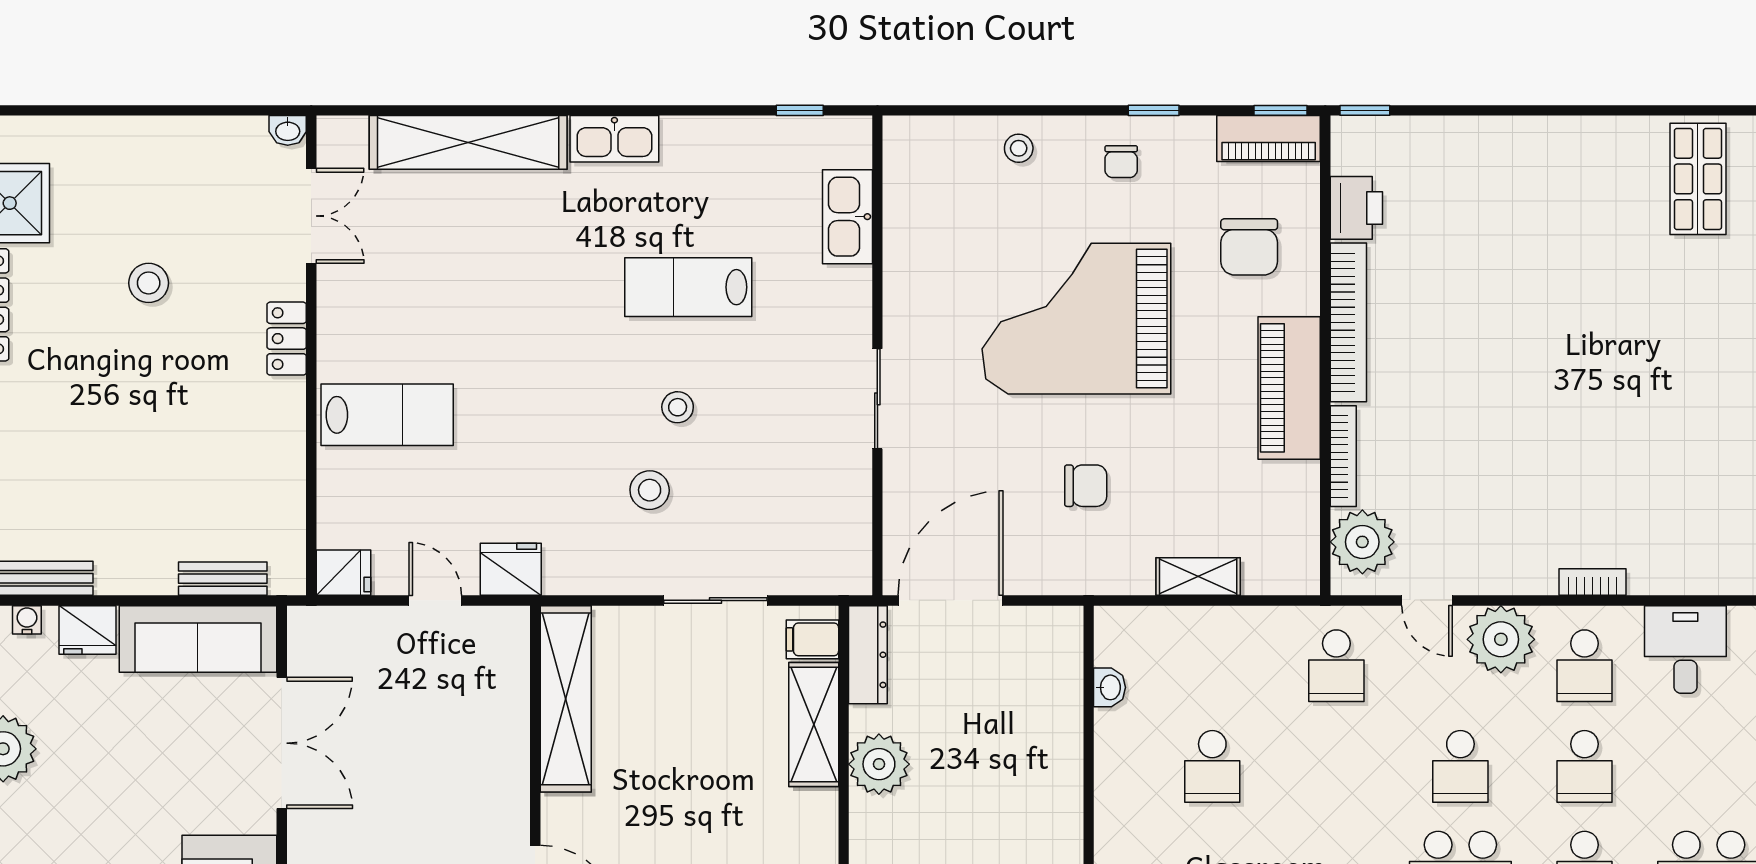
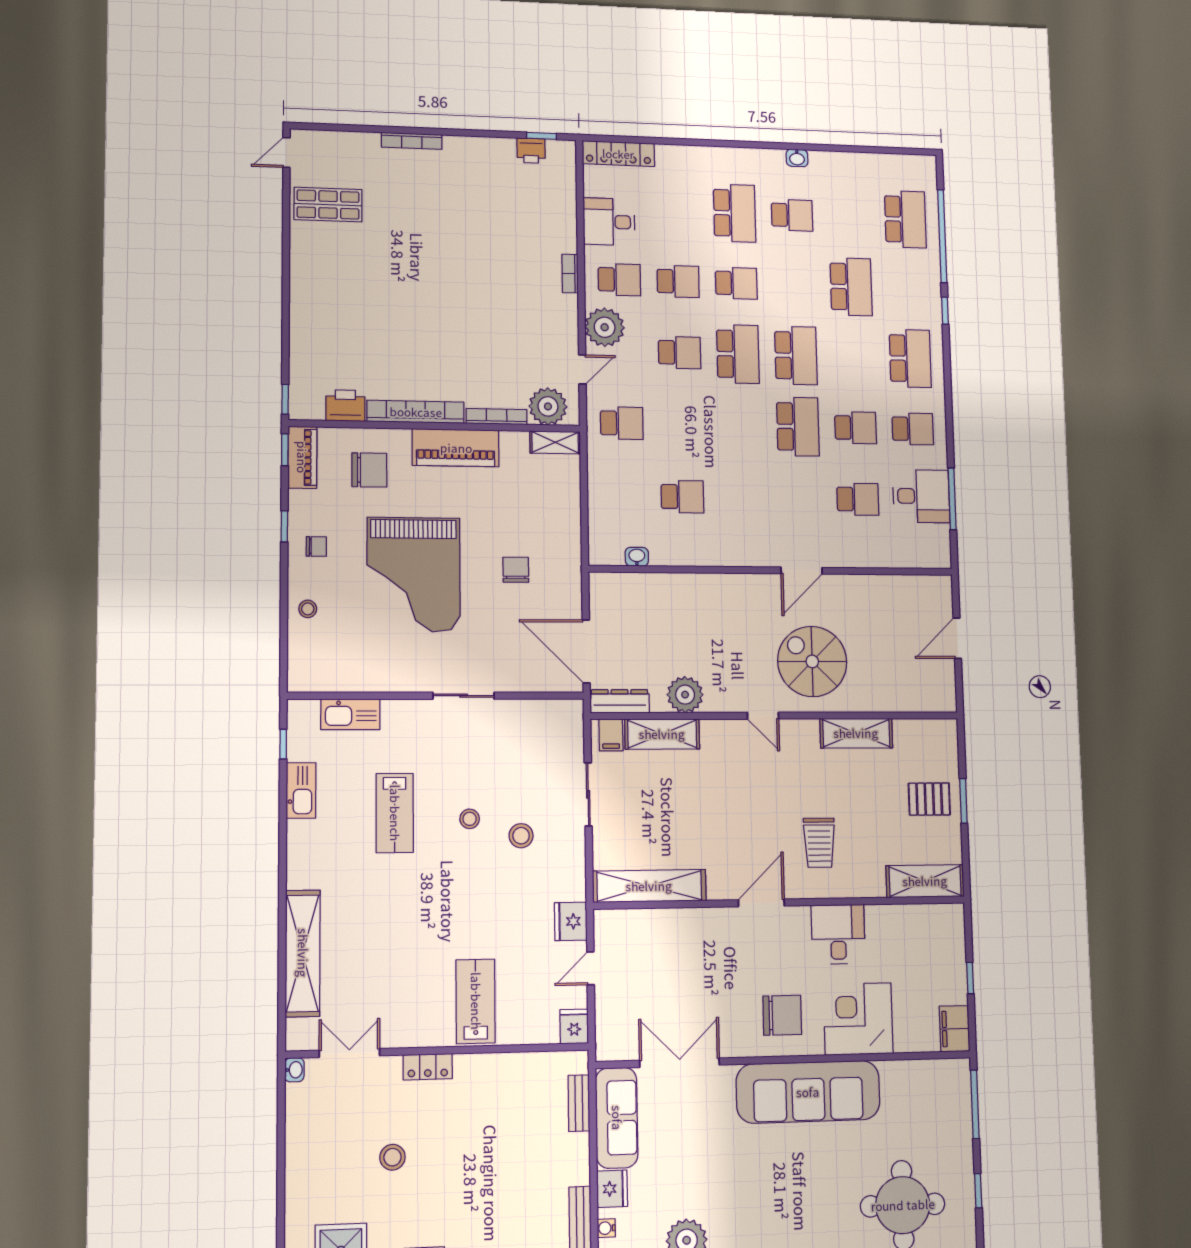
kitchen sink: (614, 139) -> (301, 790), moved
shelving: (1198, 577) -> (555, 442), moved, turned 90

